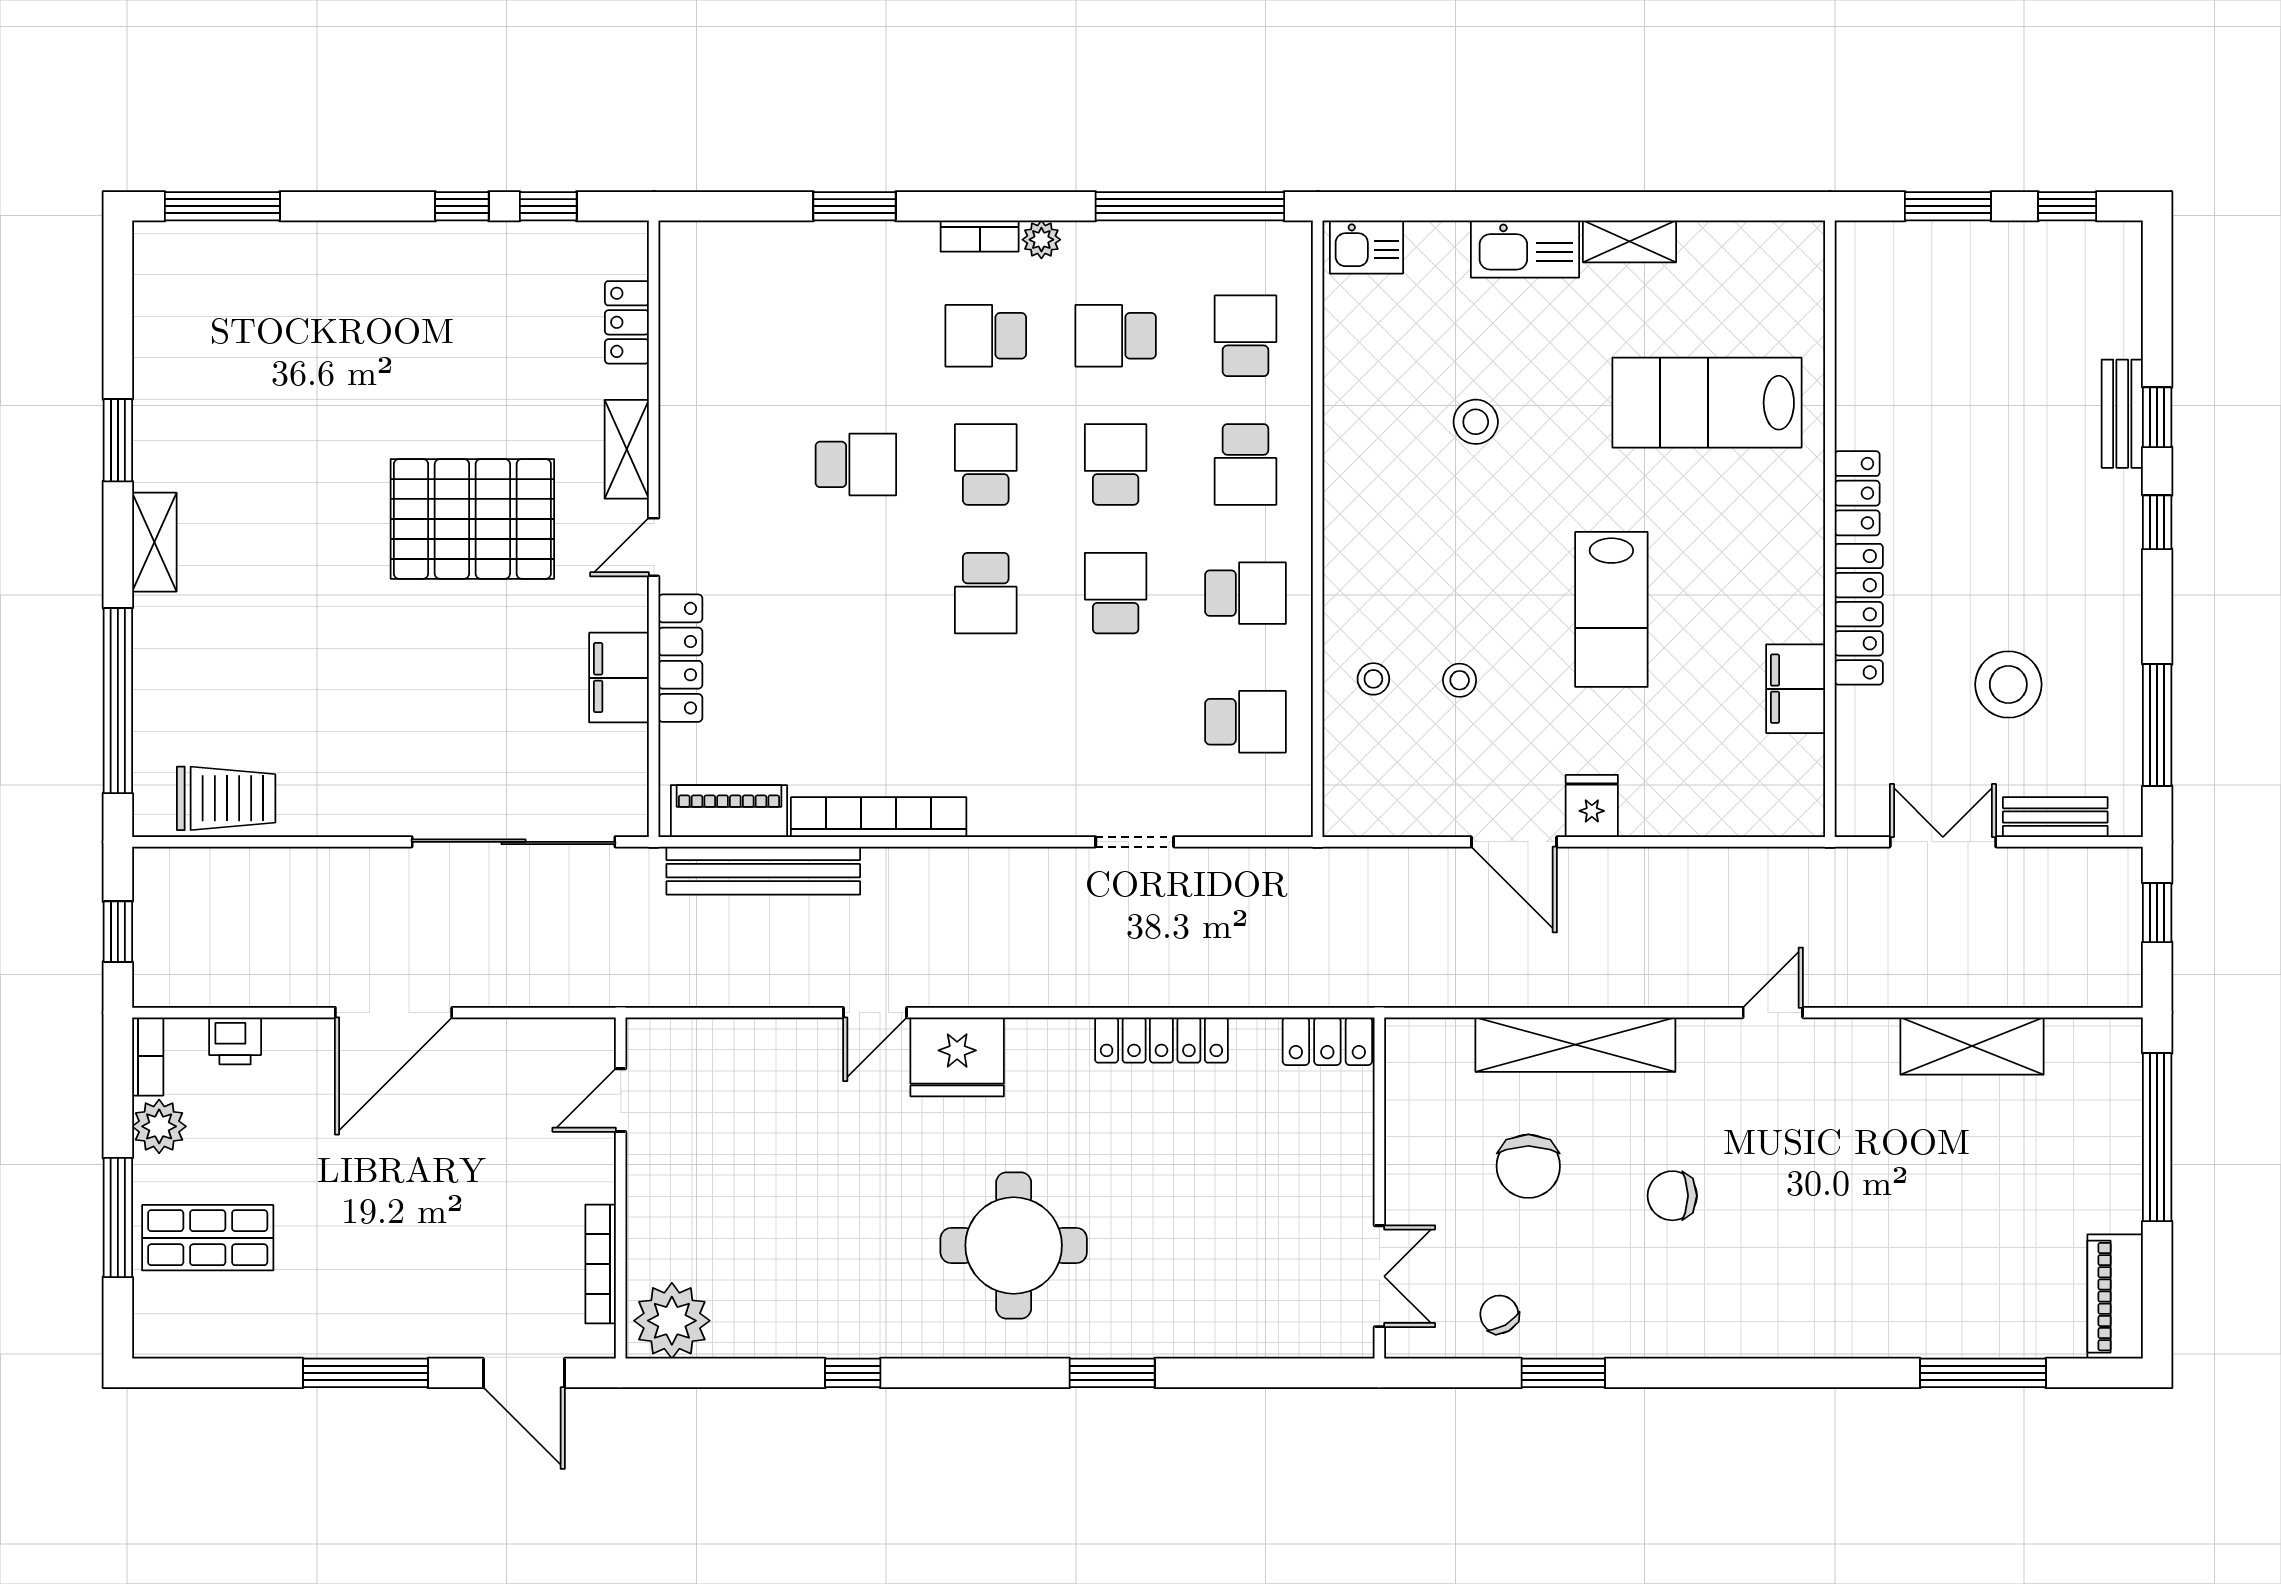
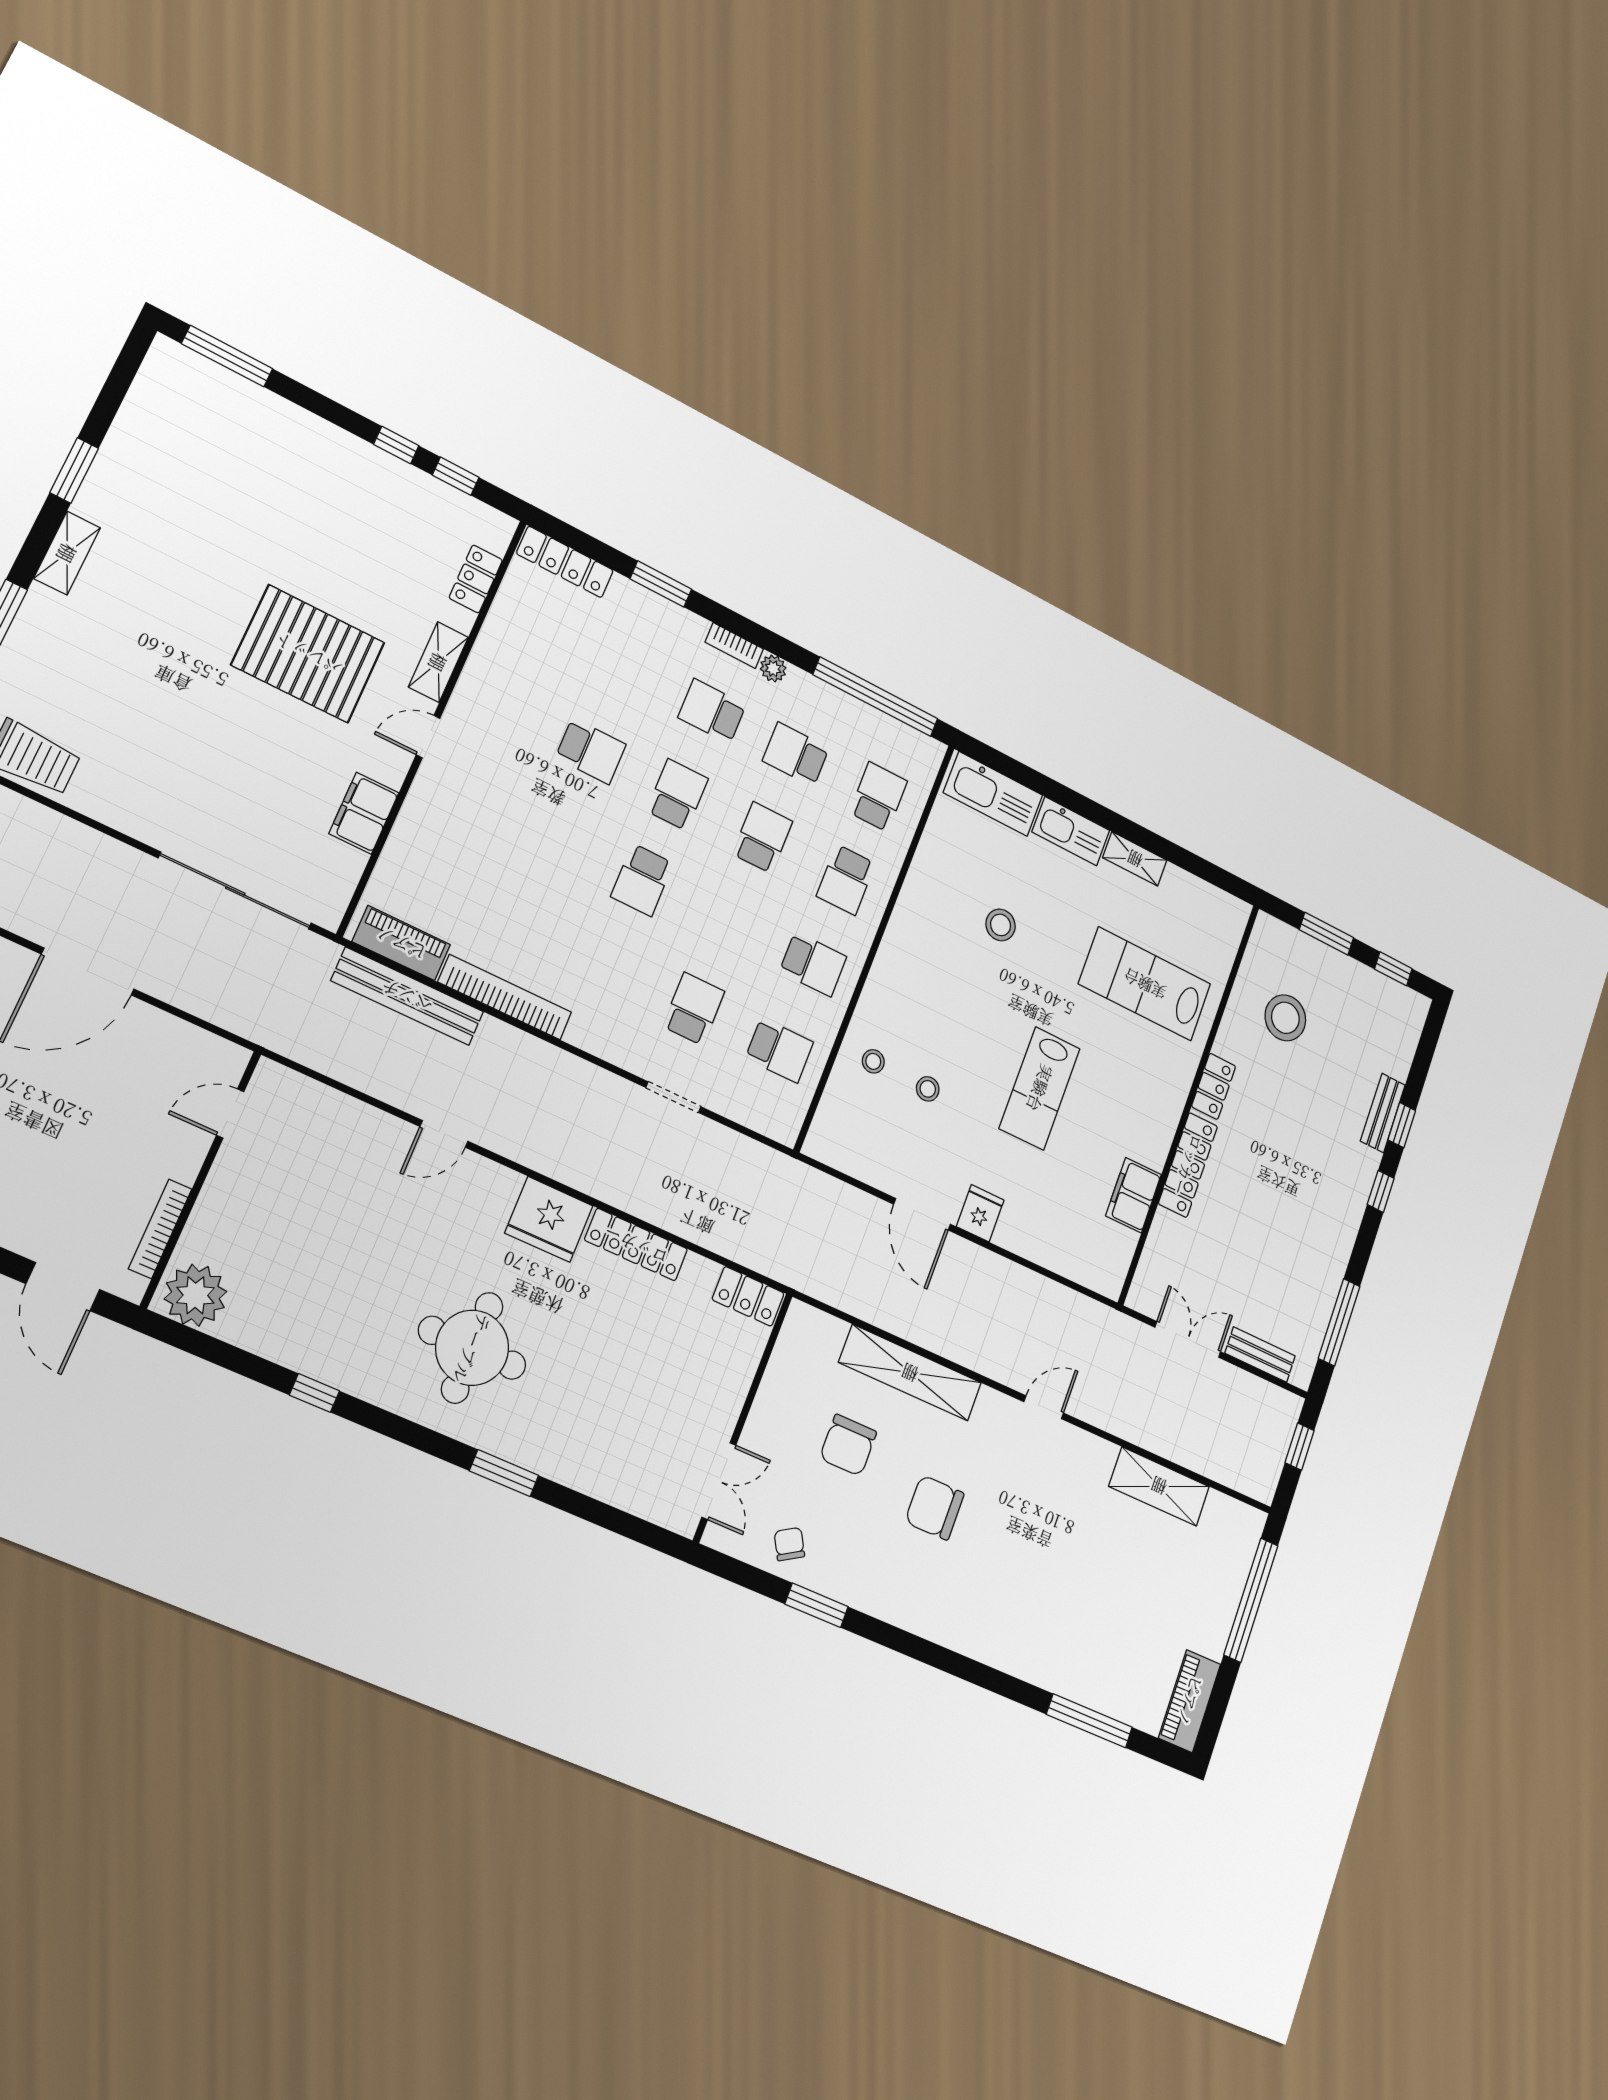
kitchen sink: (1366, 247) -> (993, 794), width x1.88, depth x1.24
school desk: (1116, 593) -> (694, 1009), moved
locker: (680, 658) -> (565, 562), moved, turned 90
stool: (2008, 685) -> (1285, 1018), moved
fridge: (957, 1057) -> (549, 1219), moved
chair: (1672, 1196) -> (935, 1508), width x1.37, depth x1.37

